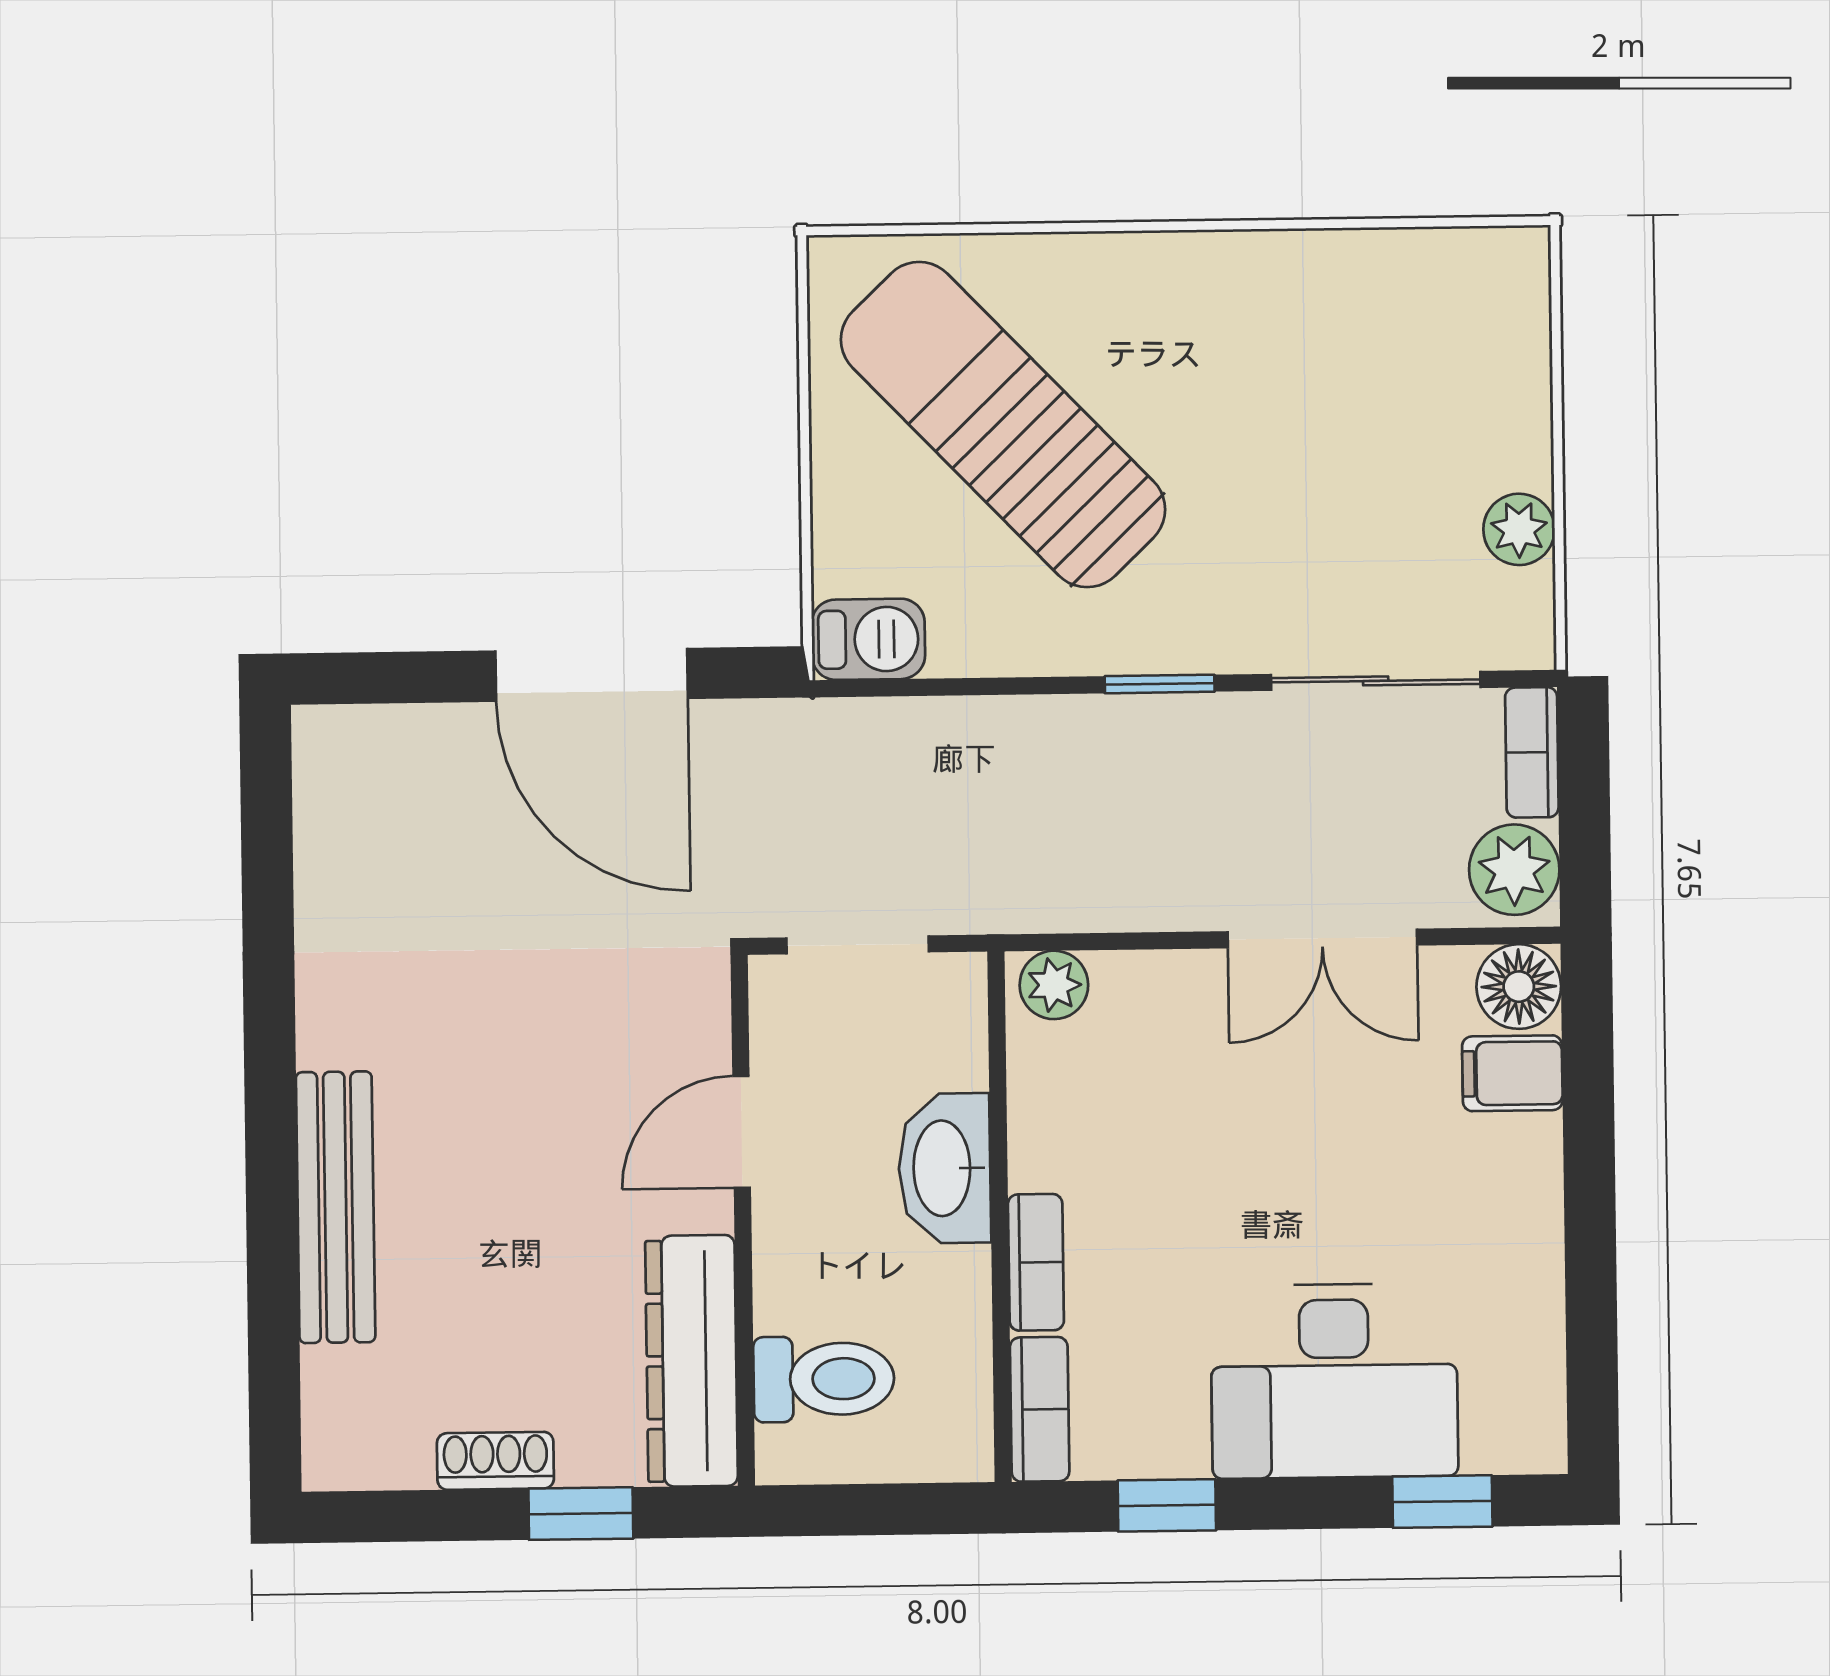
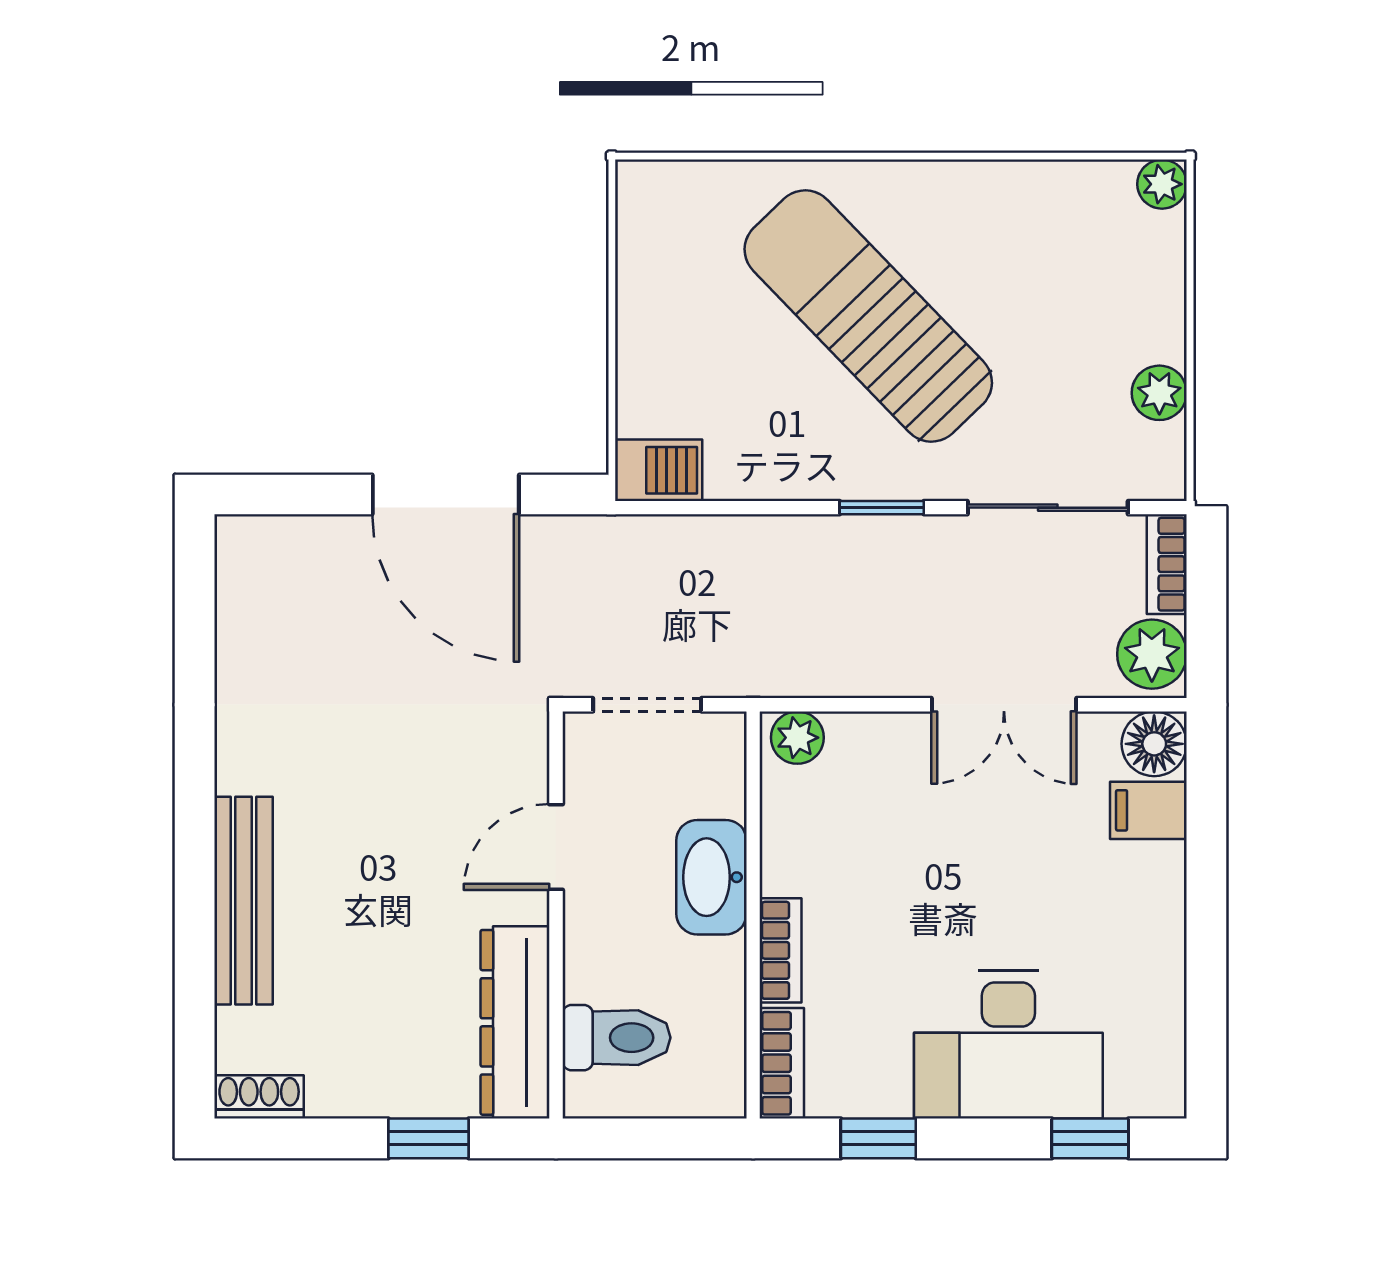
plant: (1519, 258) -> (1162, 184), added
sun lounger: (1003, 425) -> (868, 316), moved
shoe rack: (495, 1461) -> (259, 1097), moved

